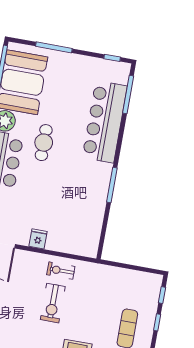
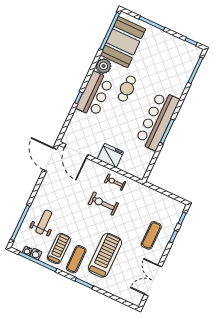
bar counter: (105, 122) -> (157, 121), moved
fridge: (38, 239) -> (110, 156), width x1.88, depth x1.34
exercise bike: (53, 303) -> (103, 204), turned 90

